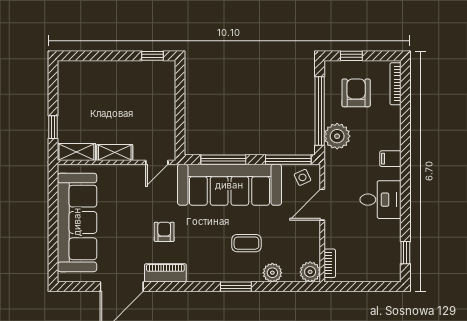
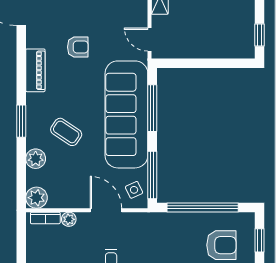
plant: (337, 136) -> (69, 219), moved, width x0.53, depth x0.53
coffee table: (246, 243) -> (66, 132), turned -56
piano: (165, 273) -> (35, 70), moved

